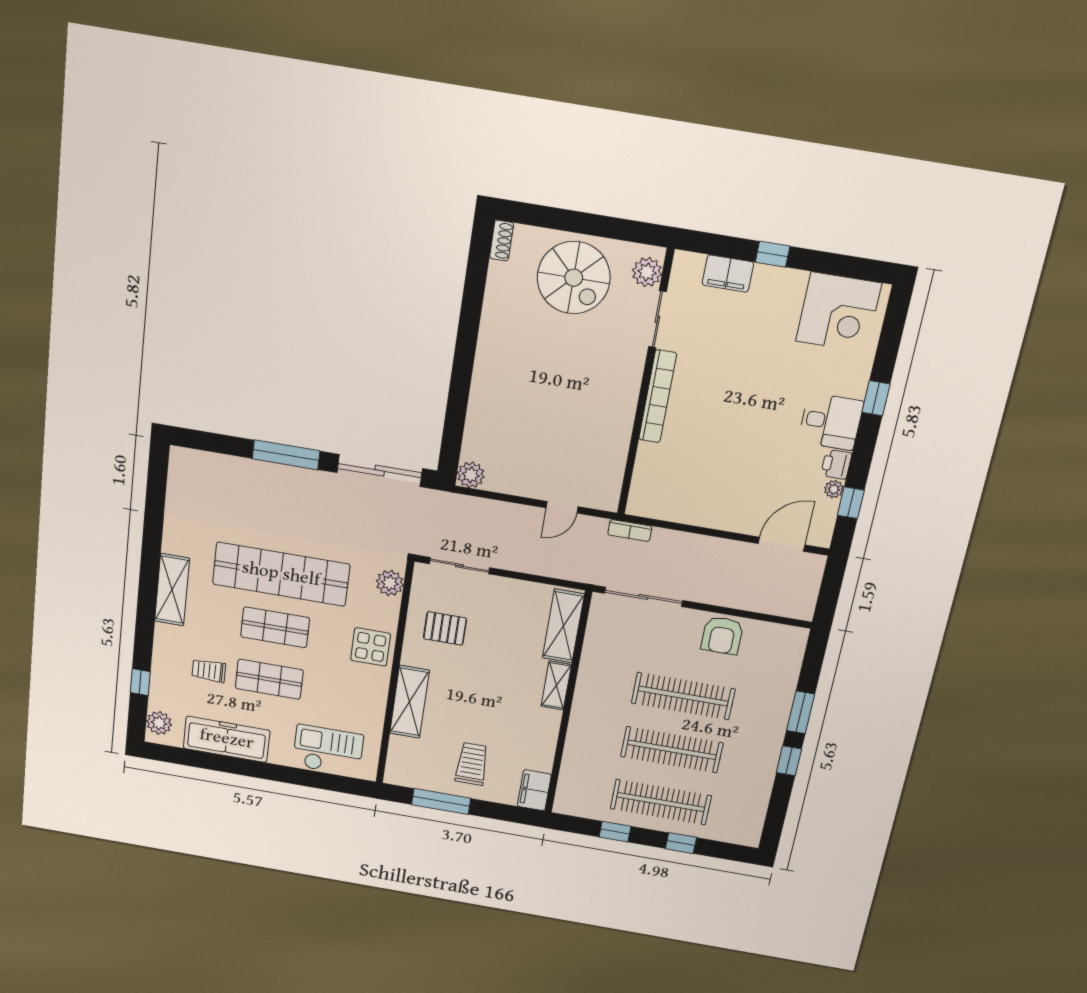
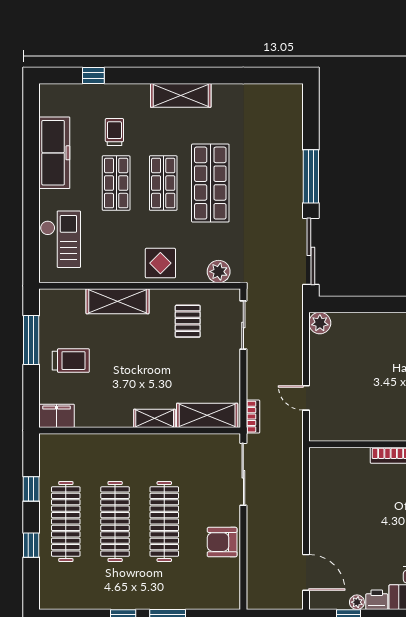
bookcase: (630, 531) -> (253, 417), moved, turned 180
shop shelf: (281, 574) -> (210, 183), width x0.71
plant: (159, 723) -> (59, 94), removed

